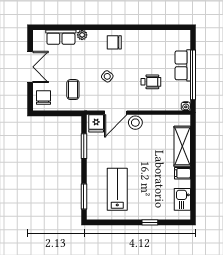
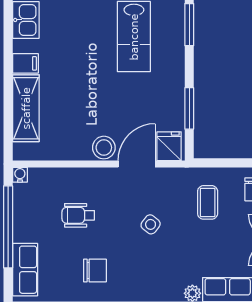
chair: (114, 42) -> (95, 270), moved
row of seats: (183, 65) -> (25, 270), moved

